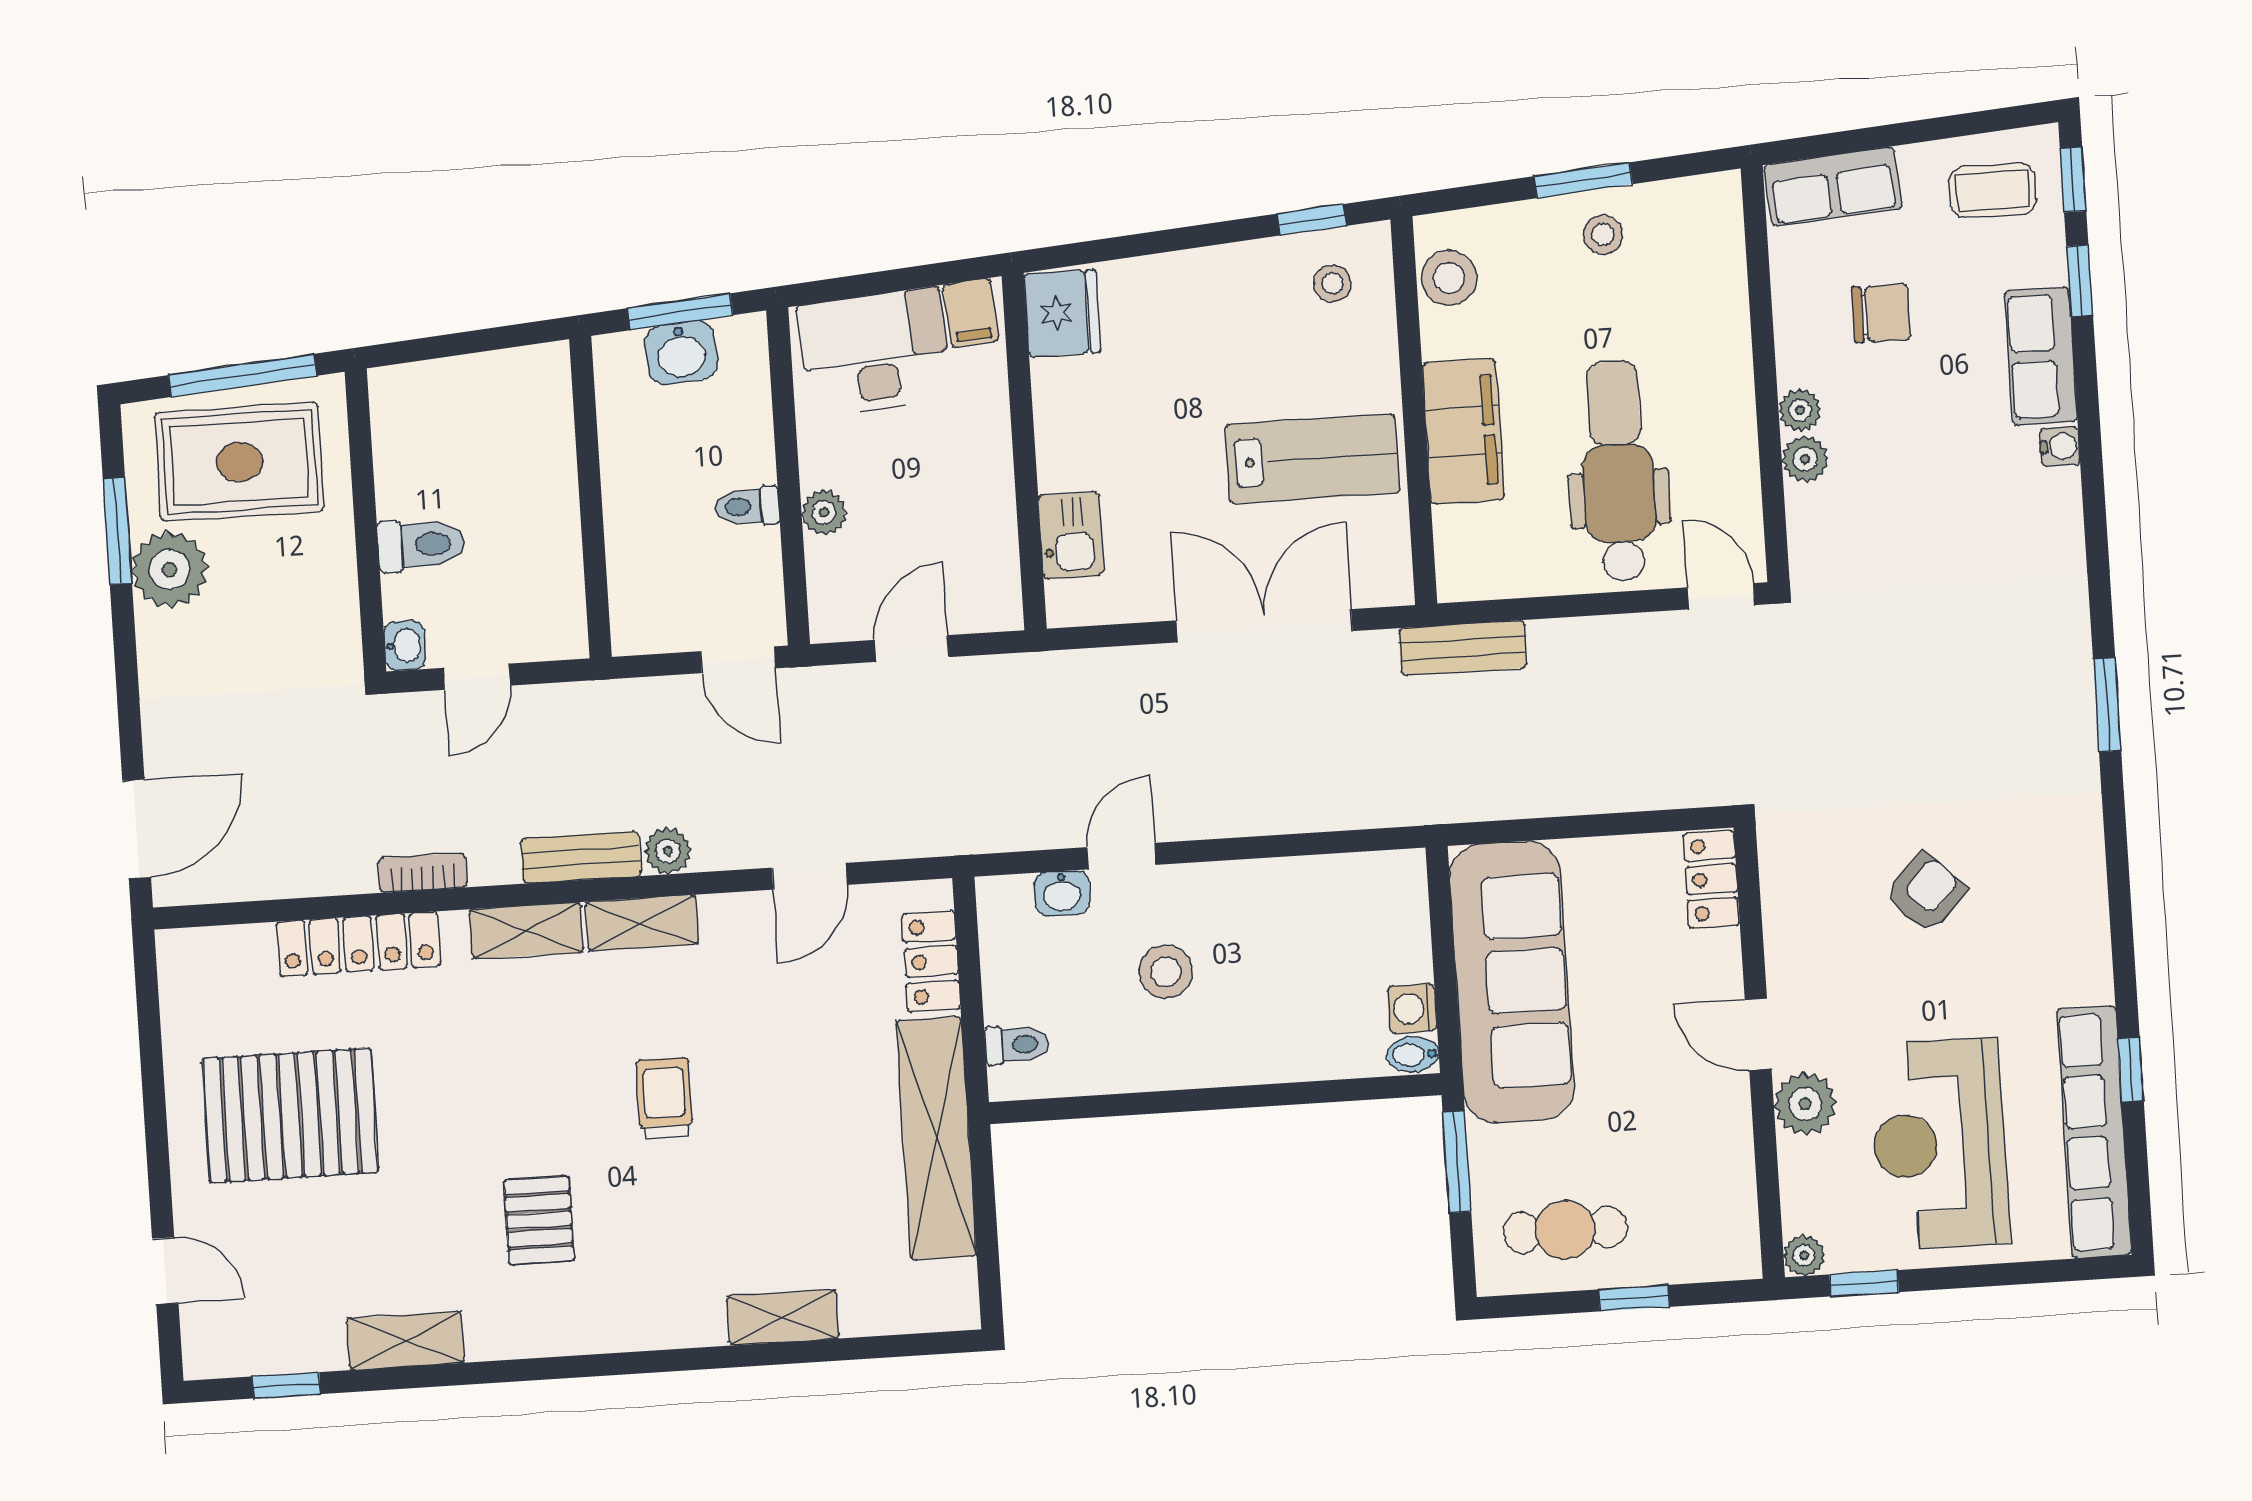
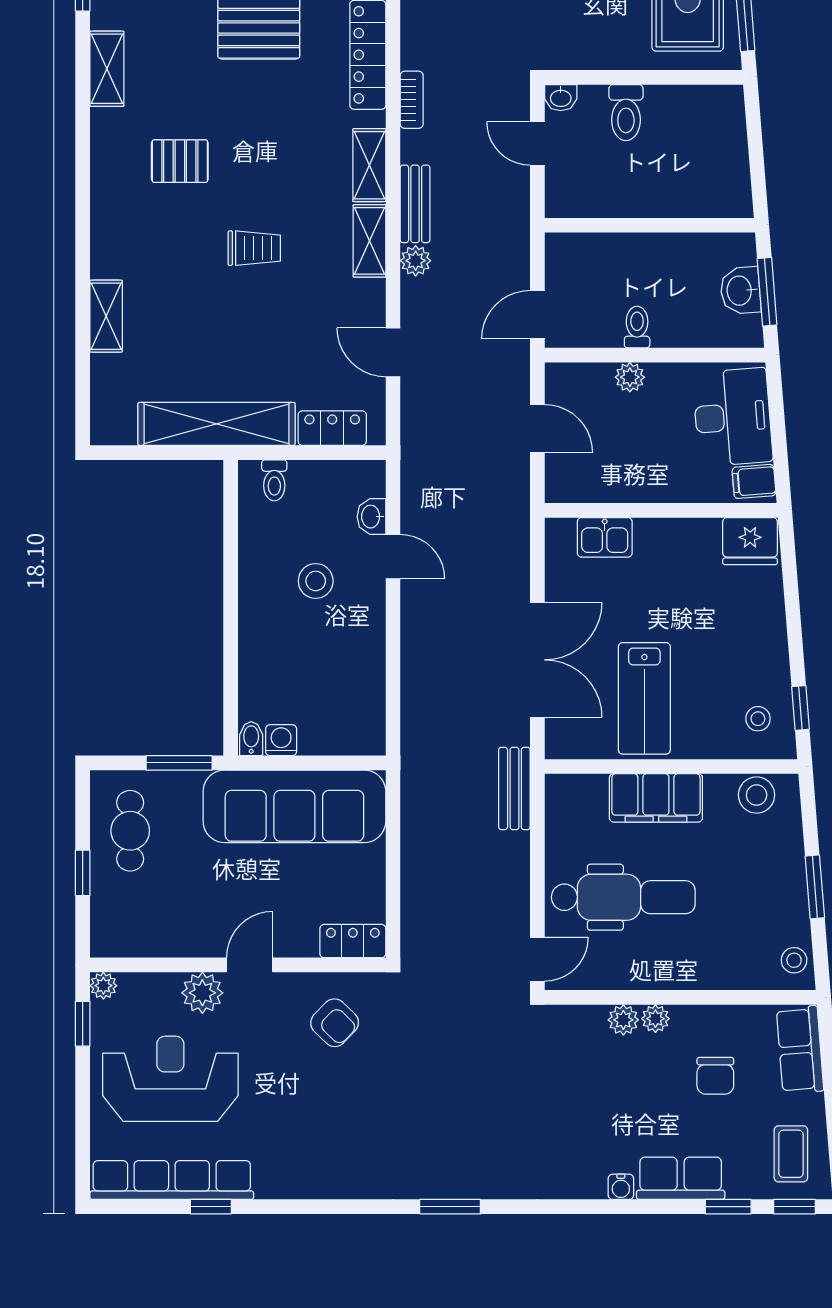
stool: (1603, 235) -> (794, 960), moved
armchair: (1926, 892) -> (335, 1023), moved

